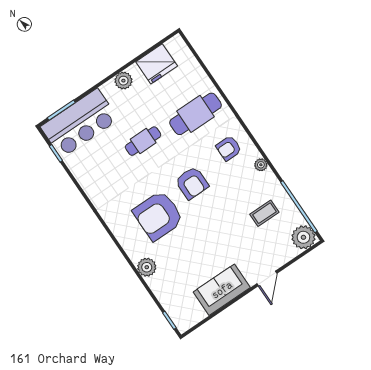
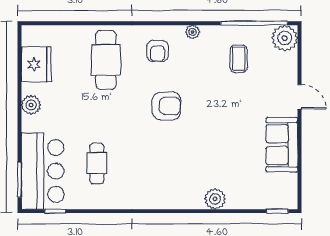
cafe table: (143, 141) -> (97, 163), moved
armchair: (158, 216) -> (175, 157), removed

